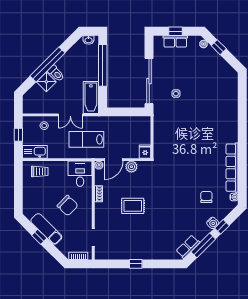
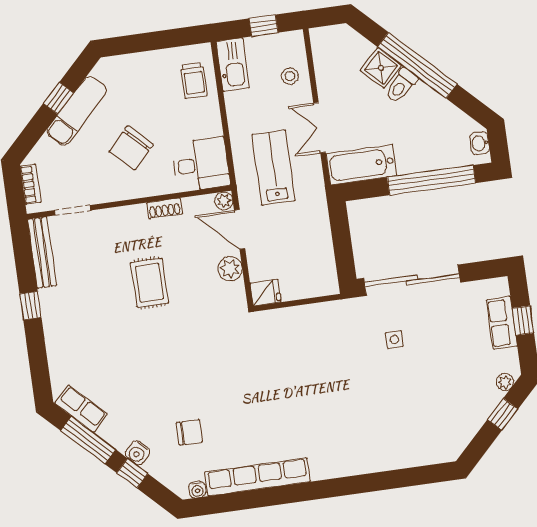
bench: (111, 255) -> (42, 253), added

